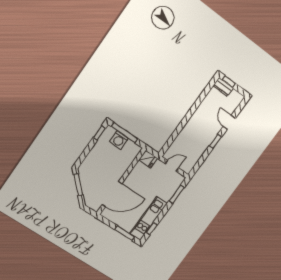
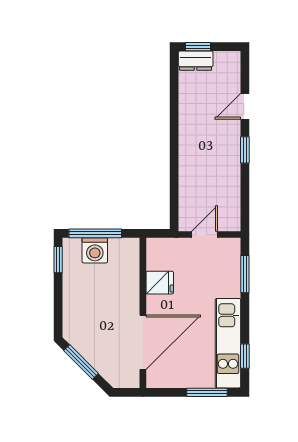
door: (229, 122) -> (245, 106), hinge flipped
fridge: (148, 159) -> (160, 283), moved

